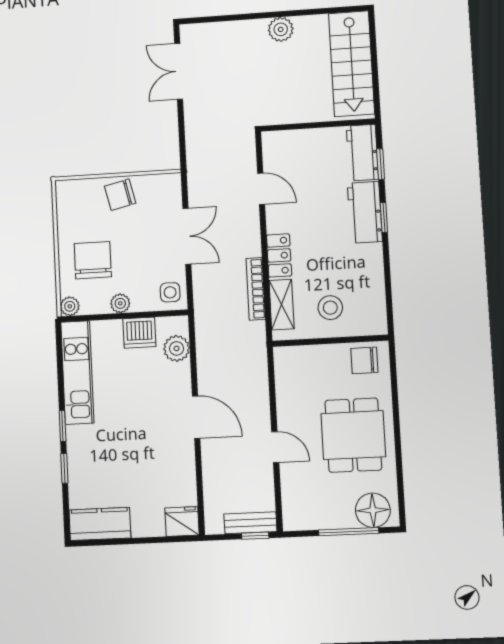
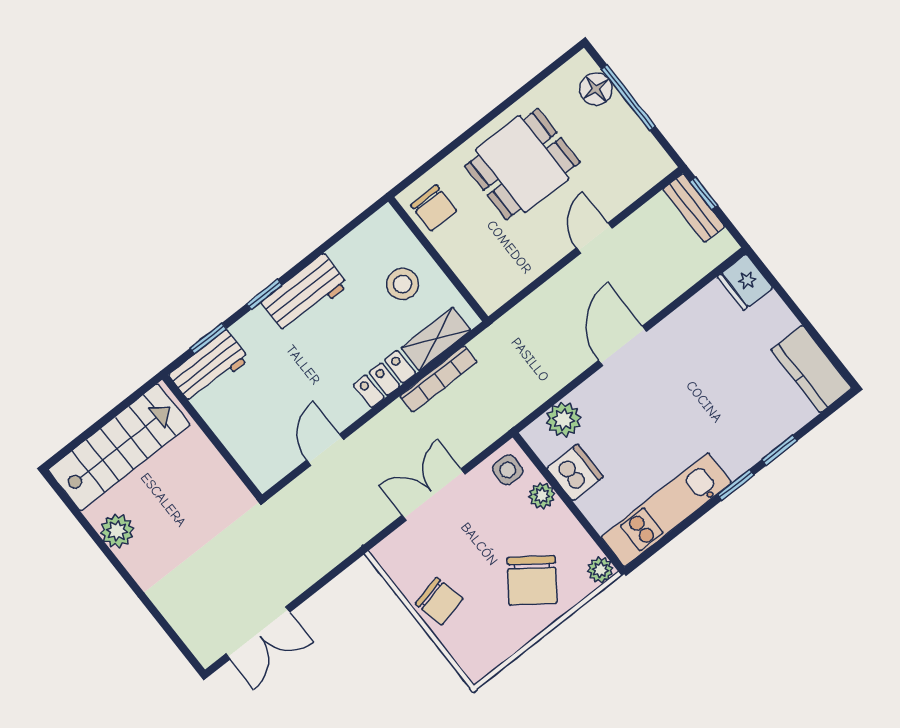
plant: (281, 29) -> (117, 531), moved
workbench: (365, 212) -> (305, 294), moved
chair: (93, 260) -> (532, 580), turned -54
plant: (120, 303) -> (542, 495), moved
floor lamp: (373, 510) -> (596, 89), width x0.73, depth x0.73

